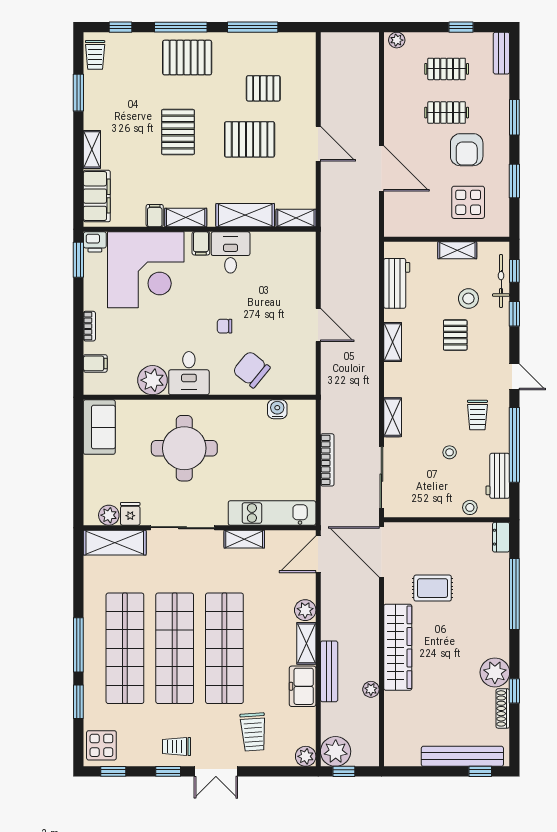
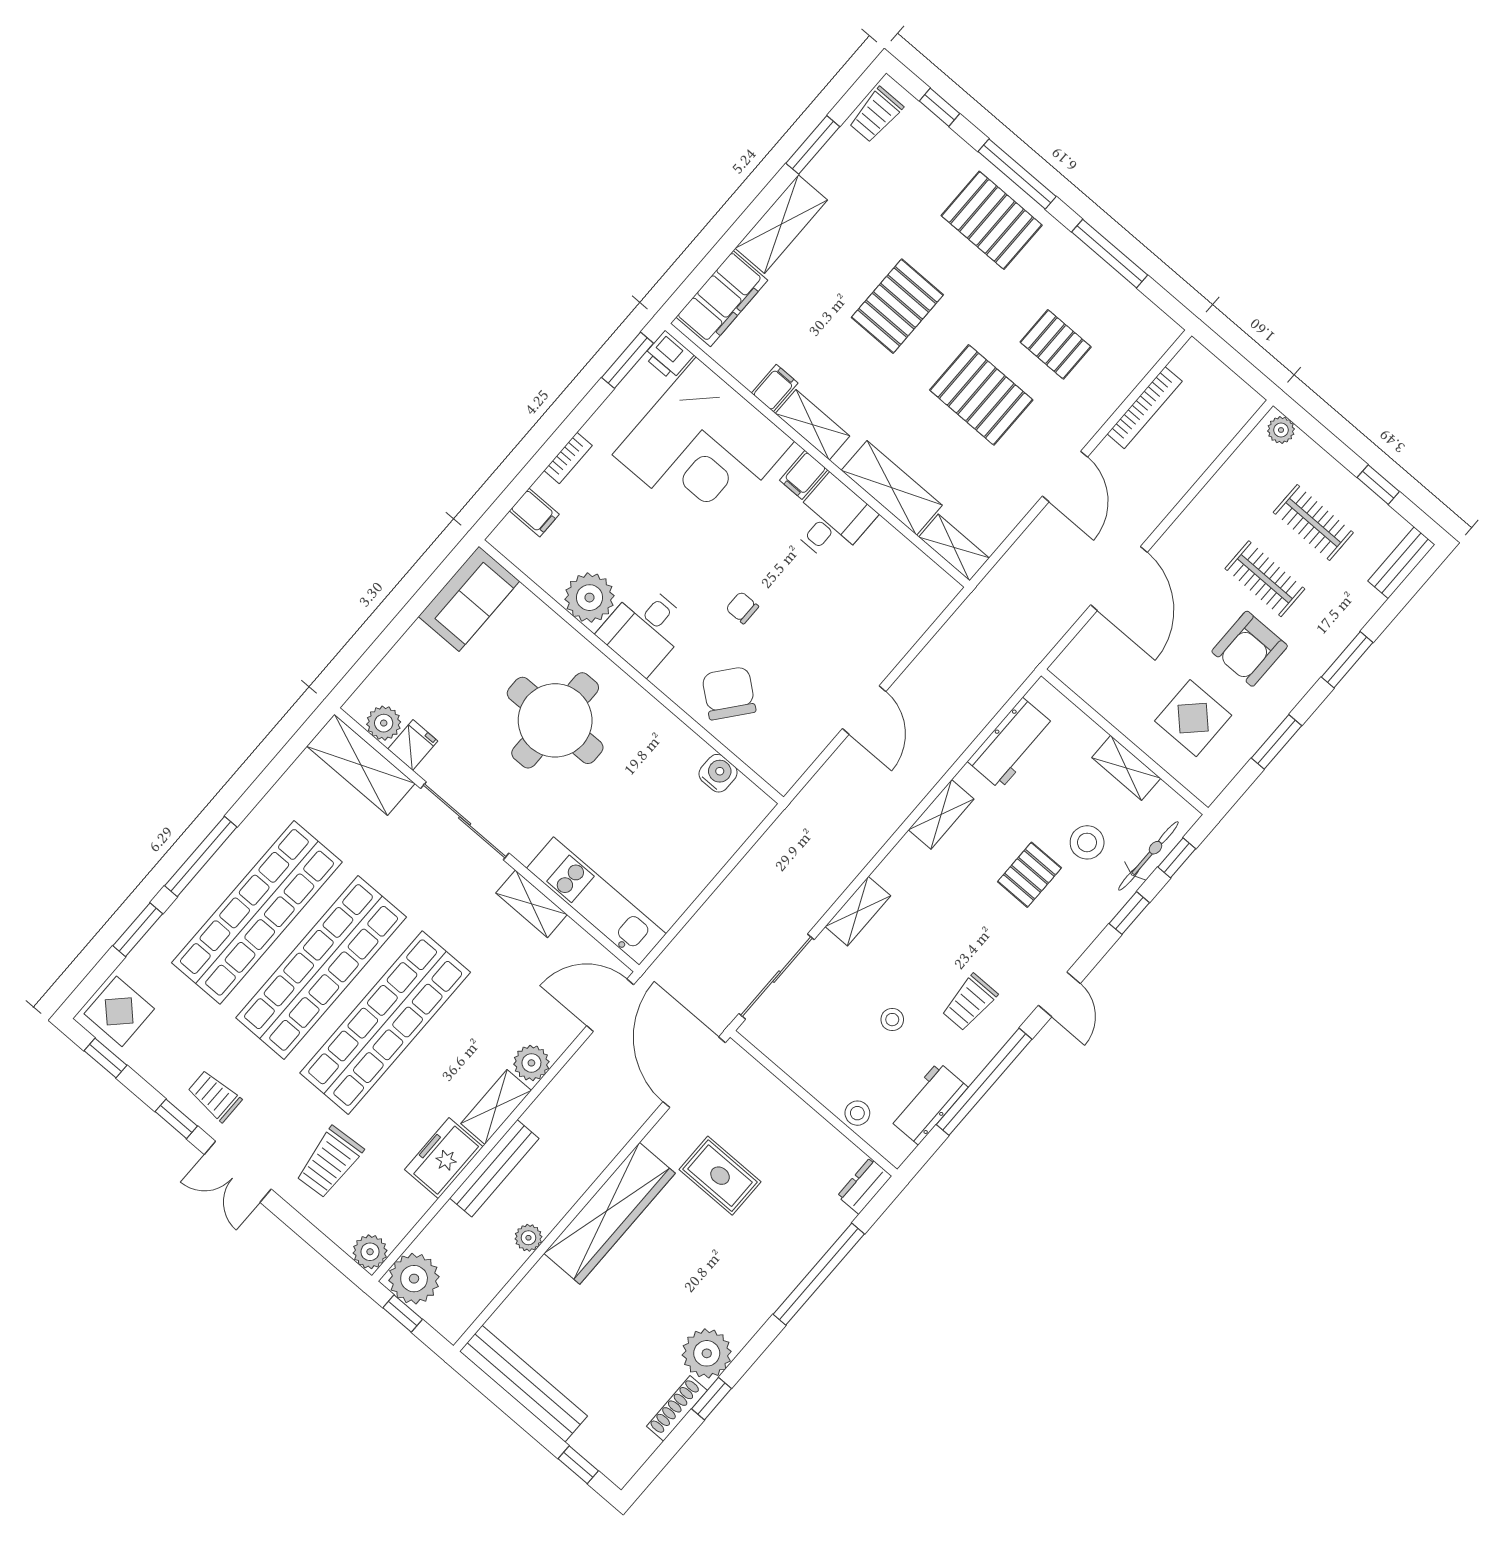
shelving: (92, 149) -> (781, 224), width x1.50, depth x1.33
bookcase: (327, 460) -> (1145, 408), moved
bench: (462, 756) -> (523, 1384), moved

